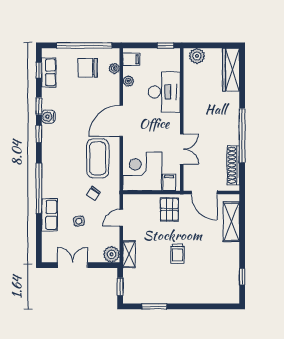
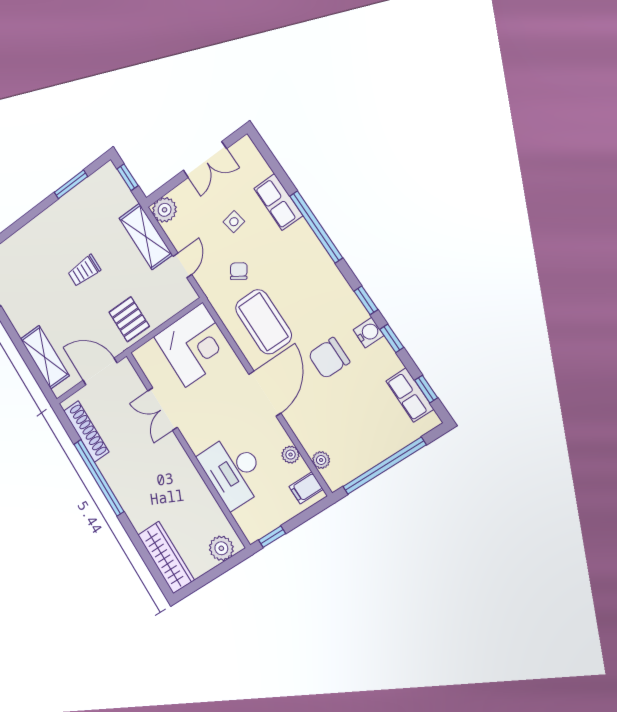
chair: (88, 68) -> (329, 358), moved, turned 180
filing cabinet: (169, 182) -> (151, 354), removed
trolley: (178, 253) -> (84, 271), turned -90
shelving: (129, 254) -> (146, 236), width x1.50, depth x1.33

